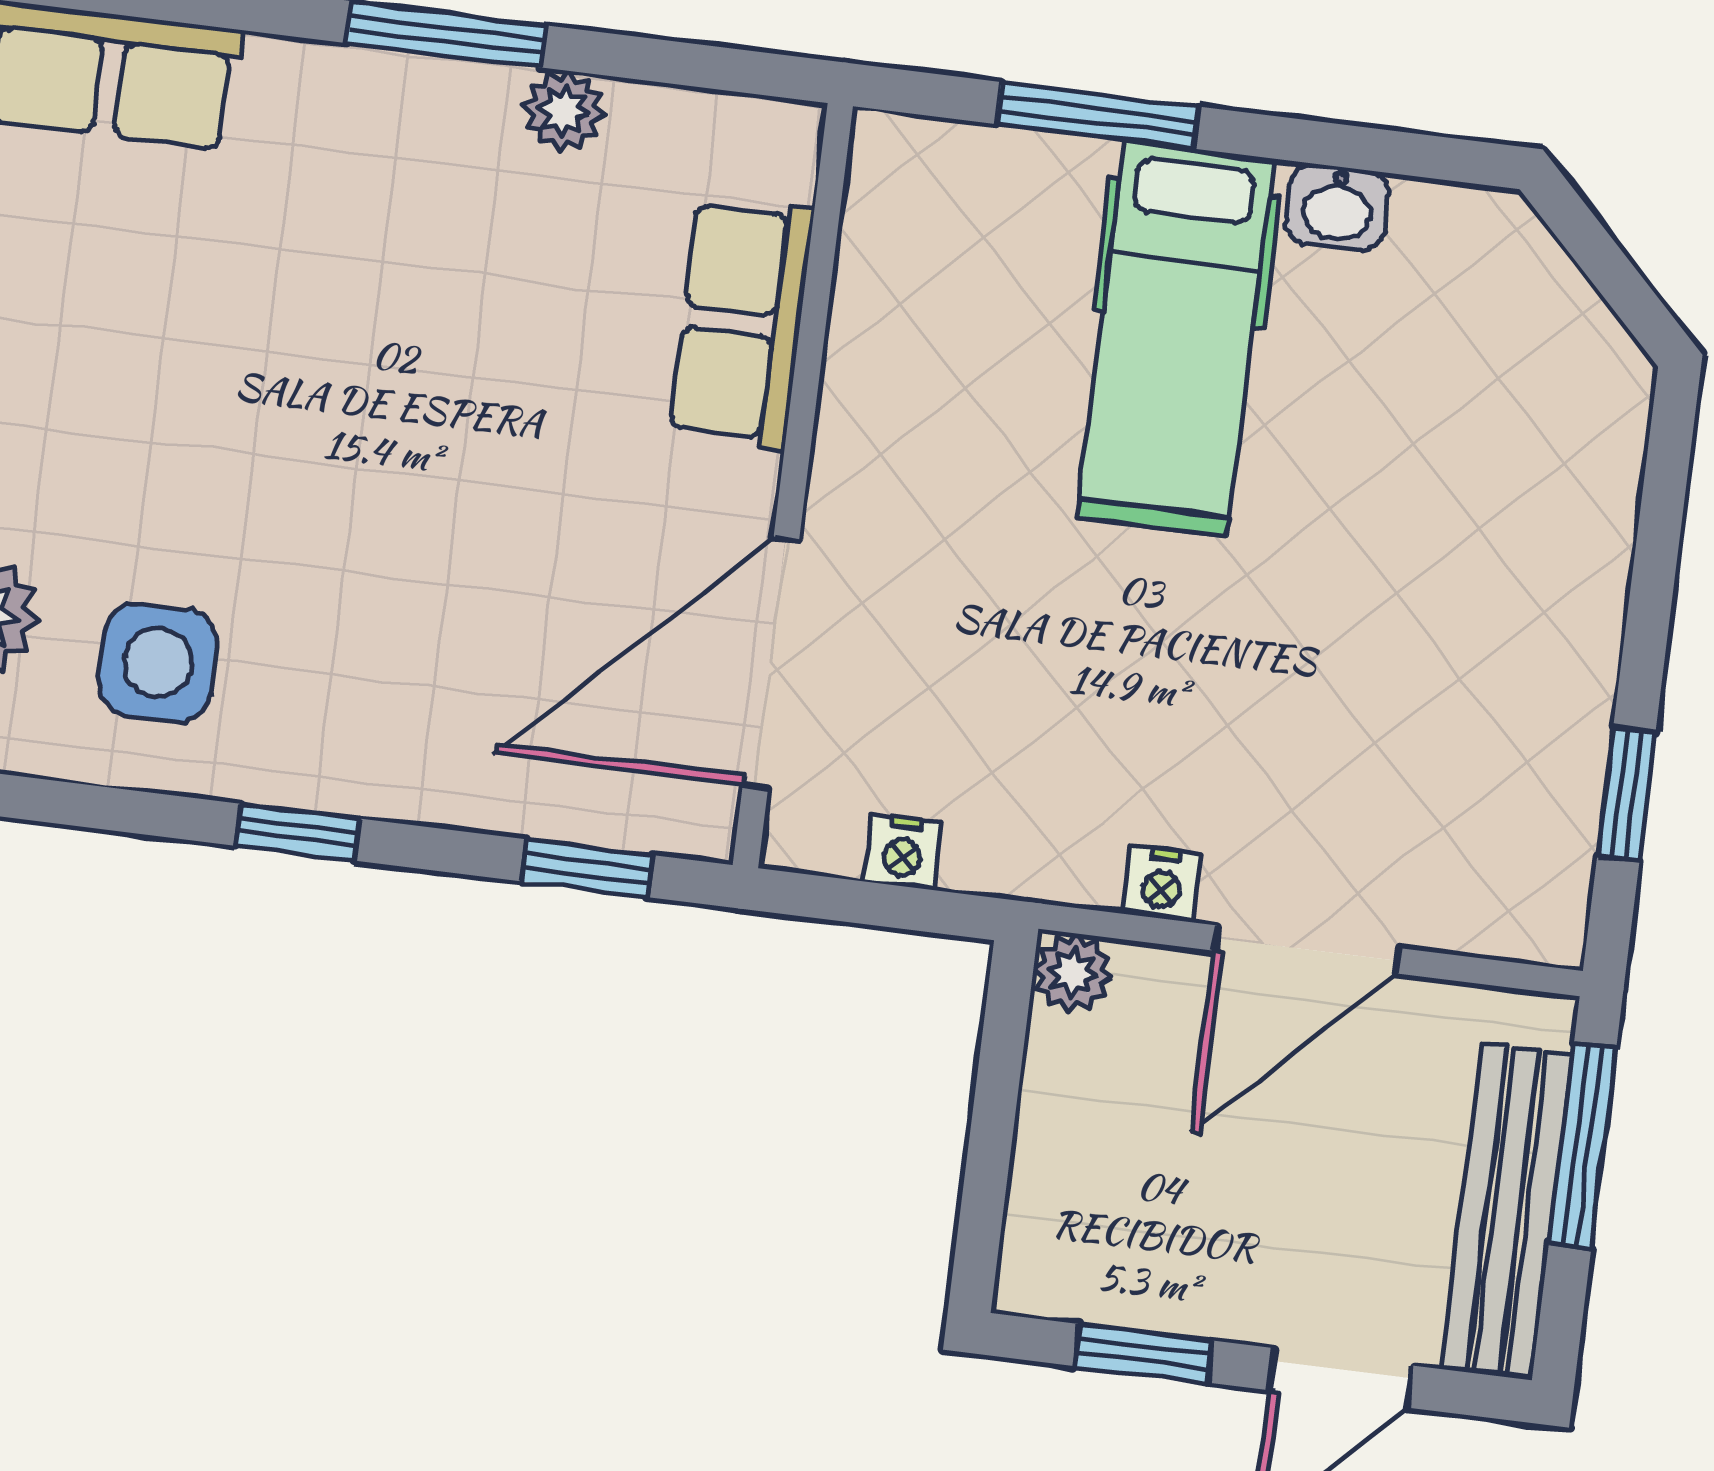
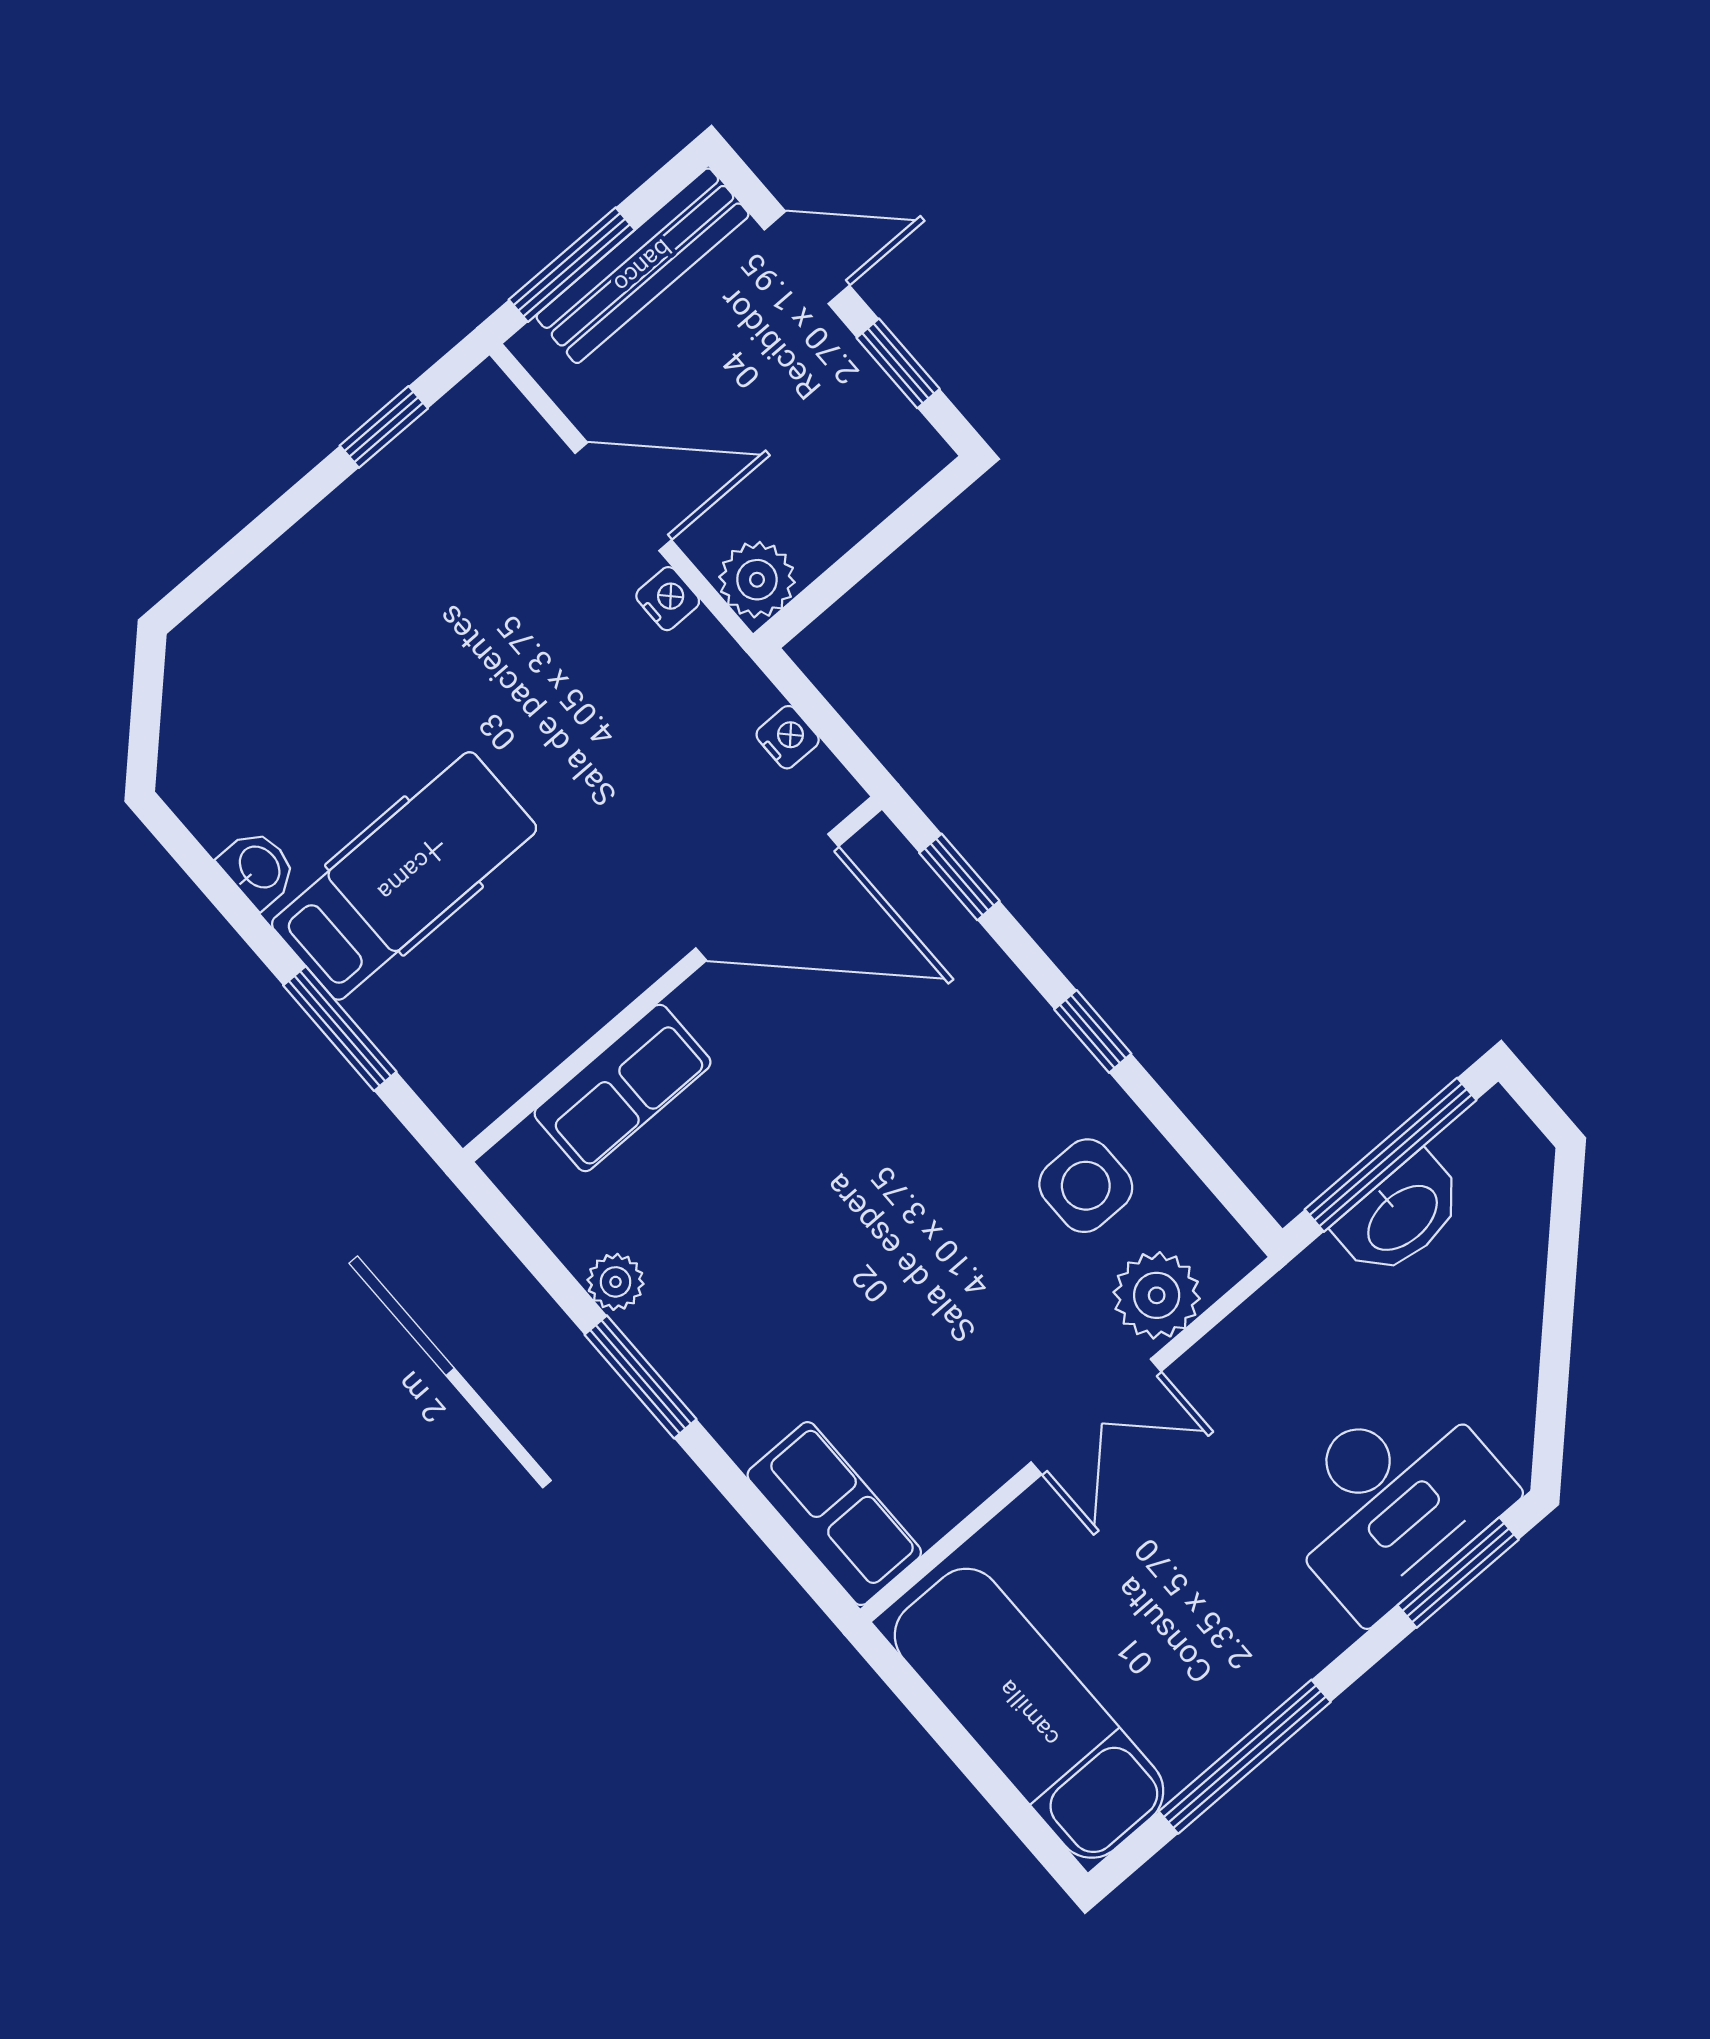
plant: (1073, 973) -> (757, 580), width x1.38, depth x1.38

